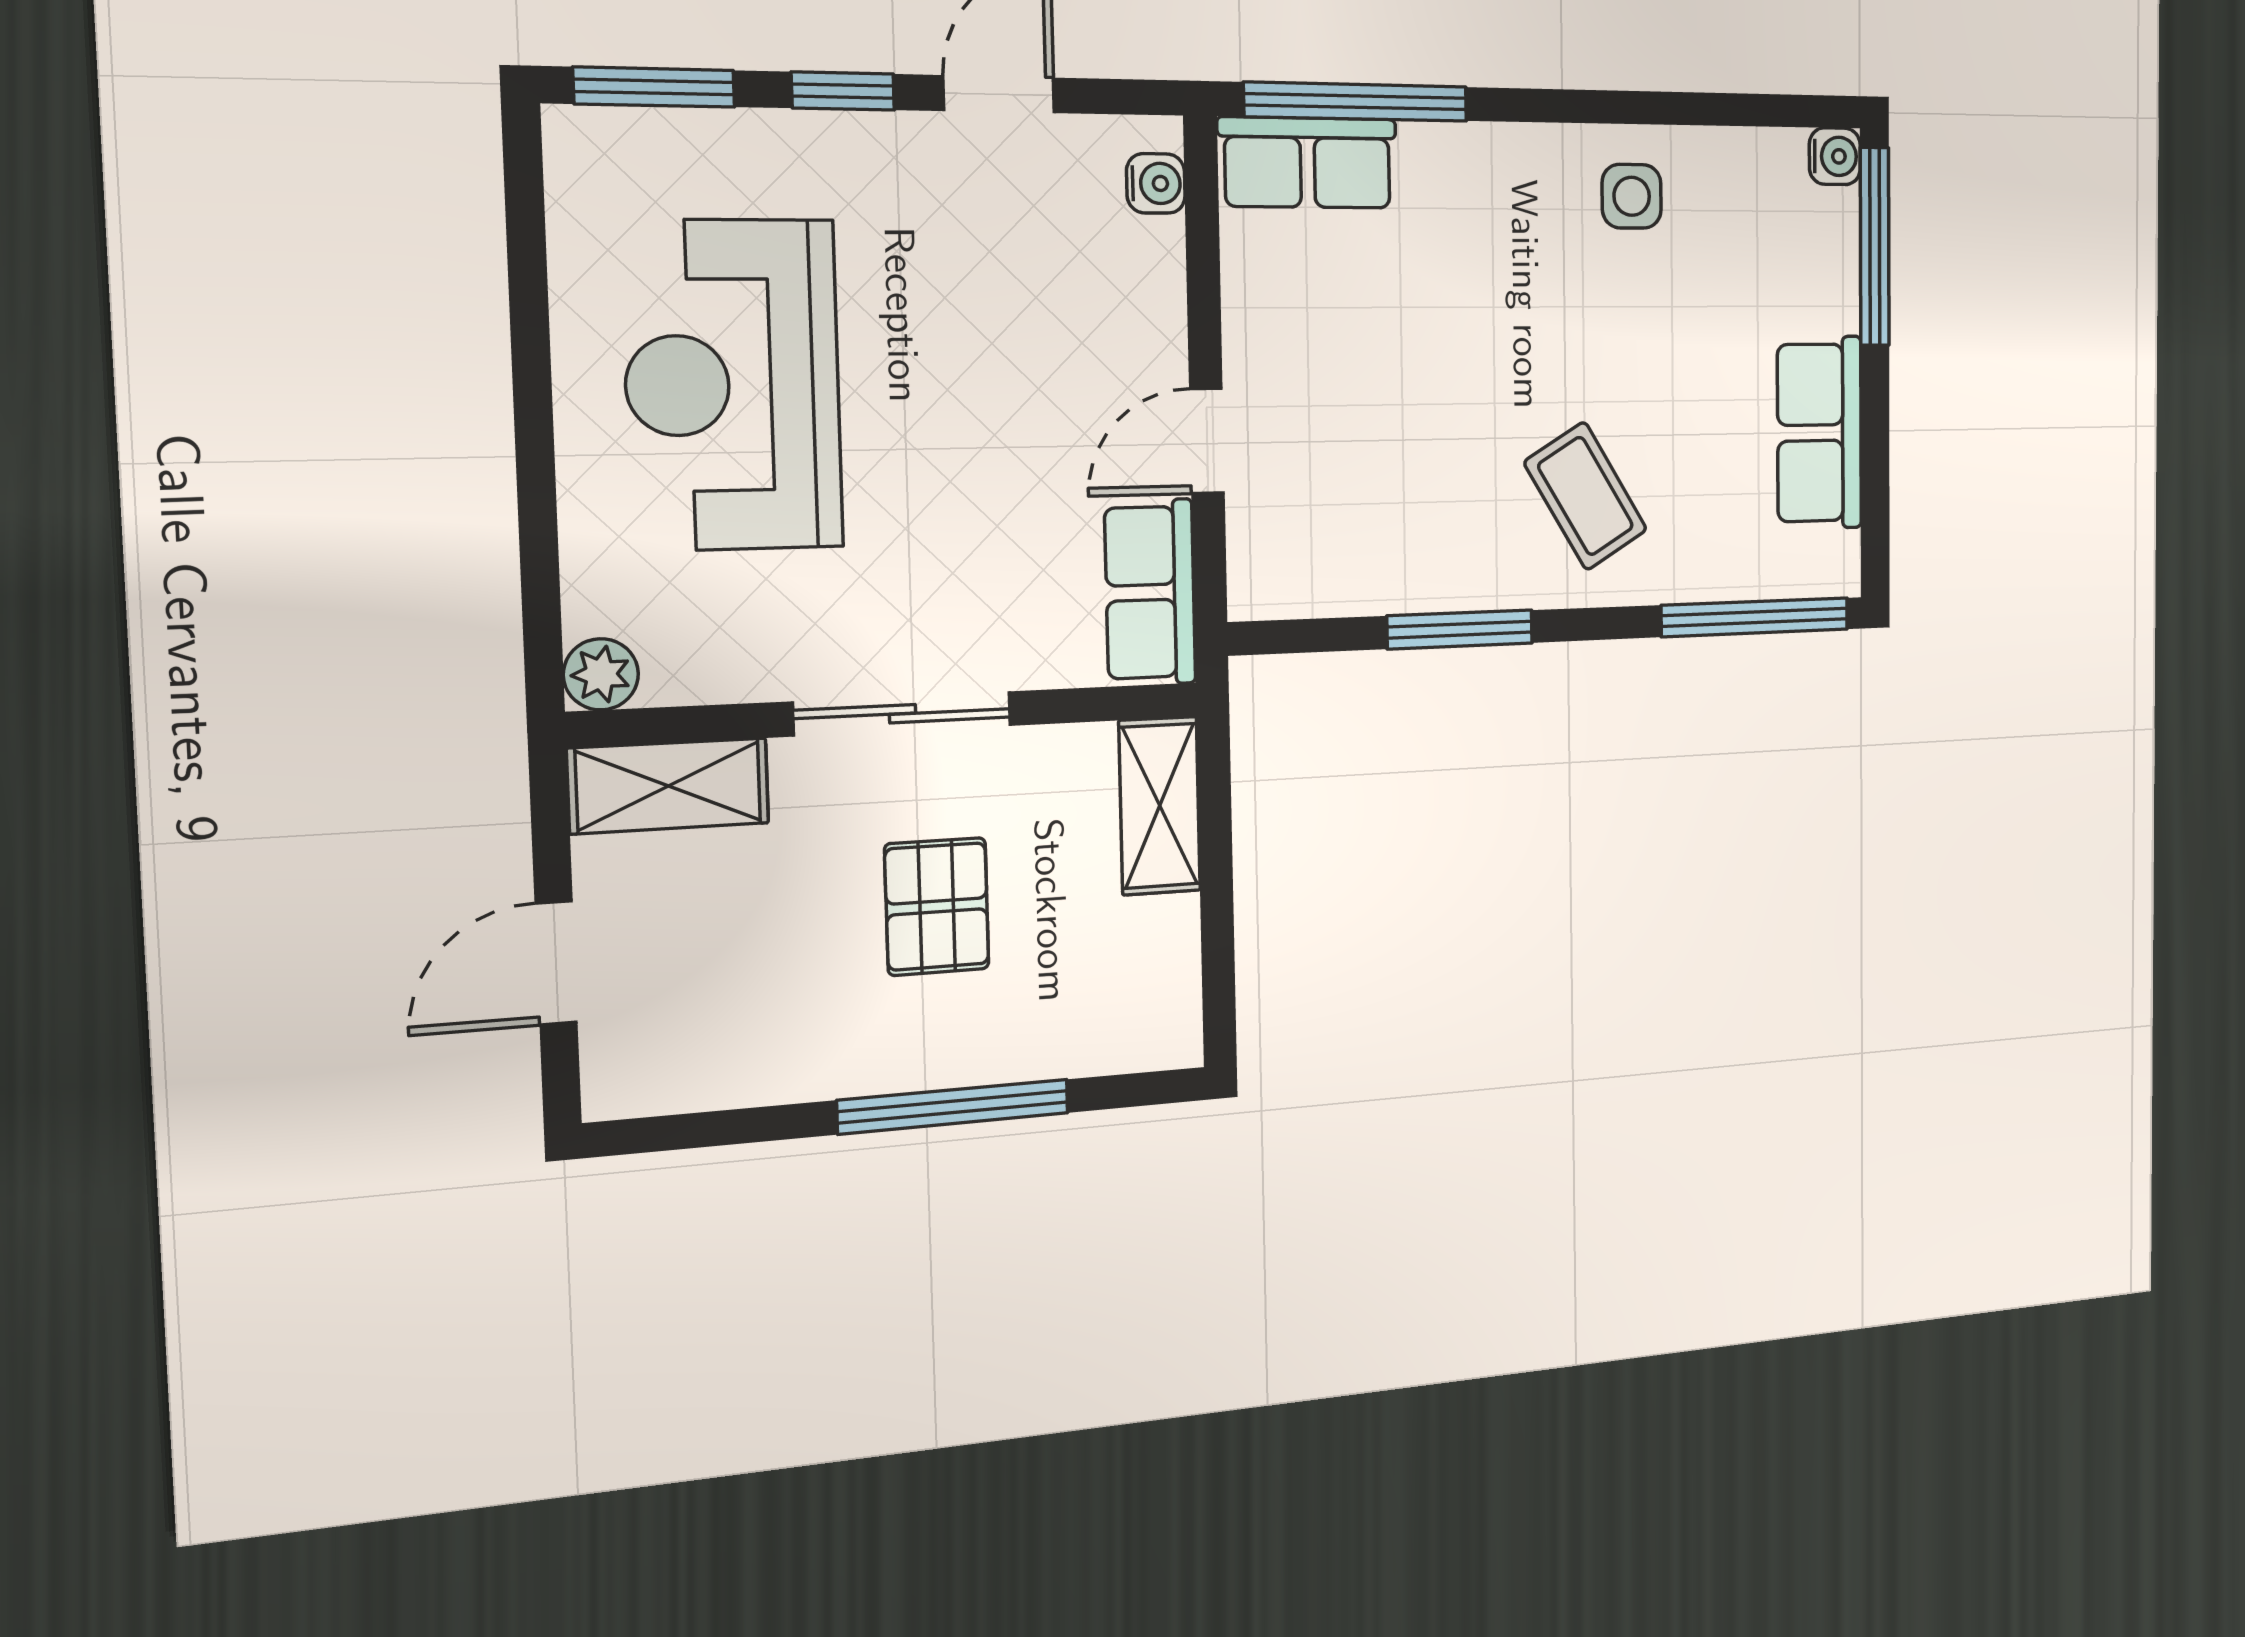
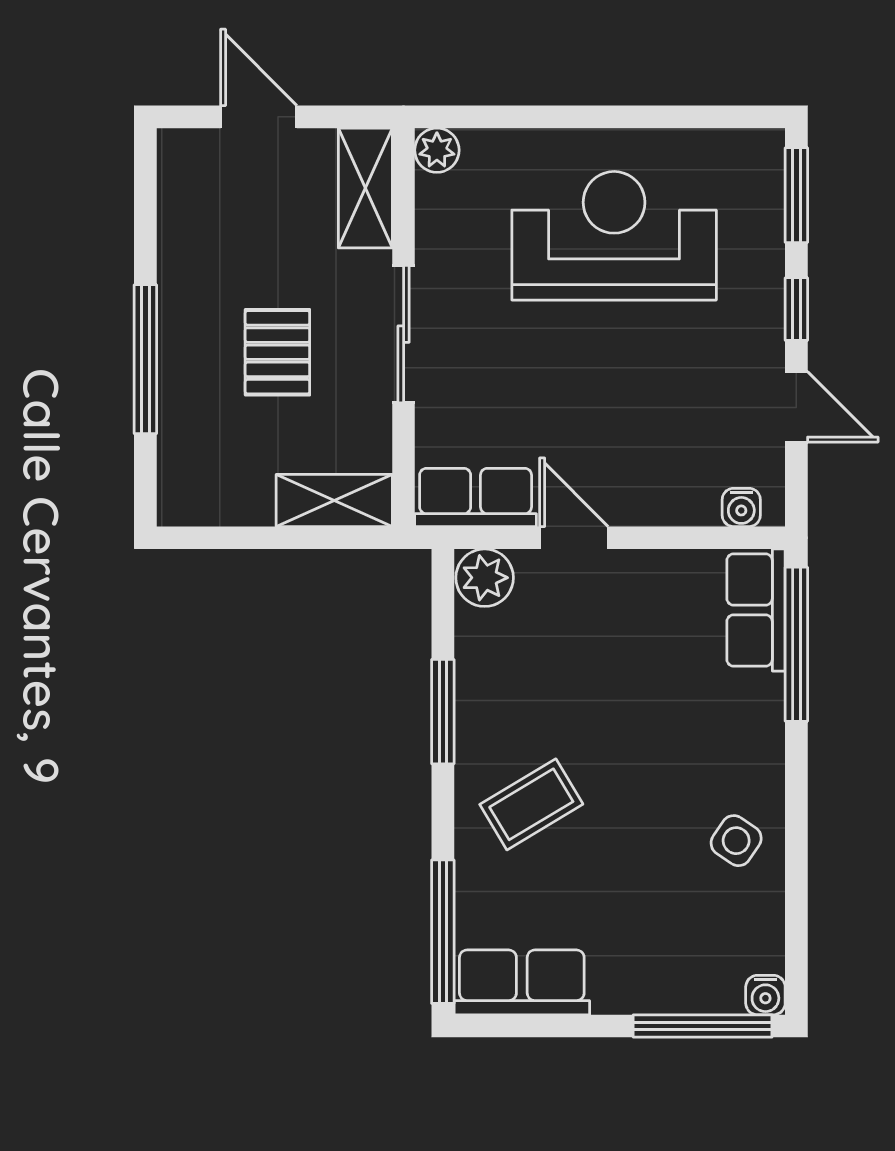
side table: (1632, 196) -> (736, 841), turned 34
row of seats: (1820, 433) -> (522, 982), moved
plant: (1268, 575) -> (485, 578), added
pallet: (937, 906) -> (277, 352), turned 90

